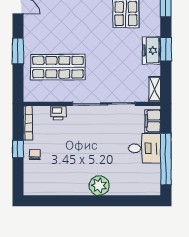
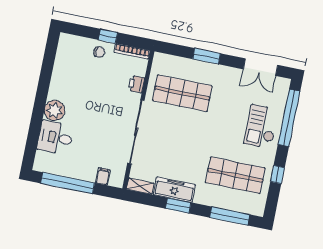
freezer: (151, 50) -> (174, 190), width x1.40
shop shelf: (58, 67) -> (182, 93), turned 90
filing cabinet: (153, 121) -> (103, 176), width x0.50
desk: (144, 148) -> (55, 138), moved, turned 90

